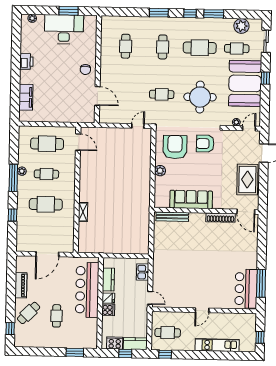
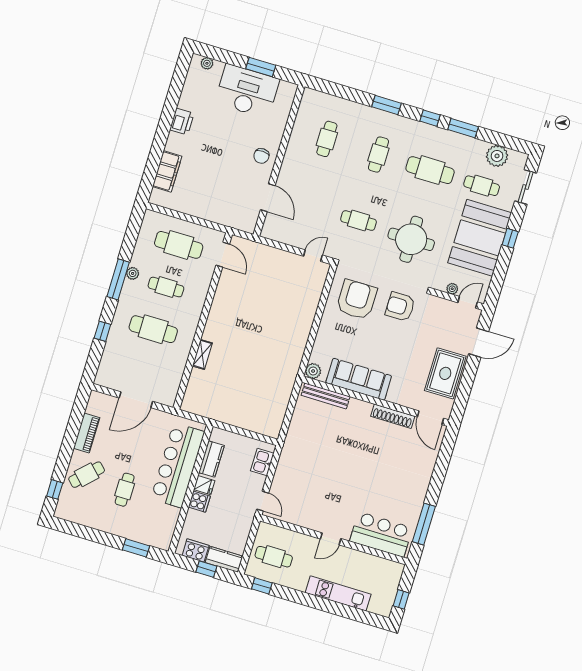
plant: (160, 171) -> (313, 371), moved
bar counter: (246, 289) -> (381, 534), moved, turned 90

